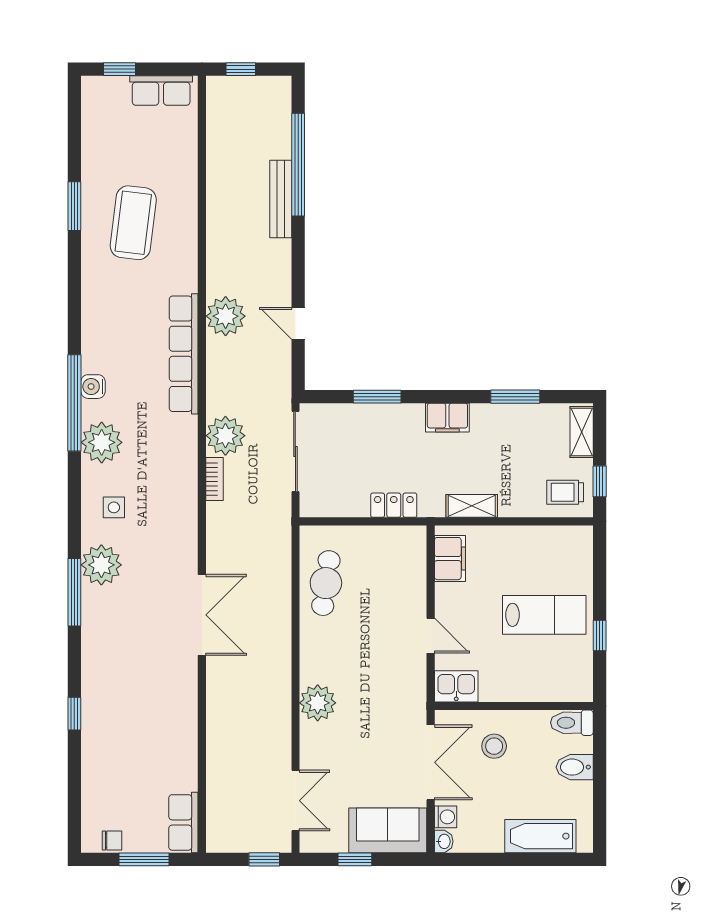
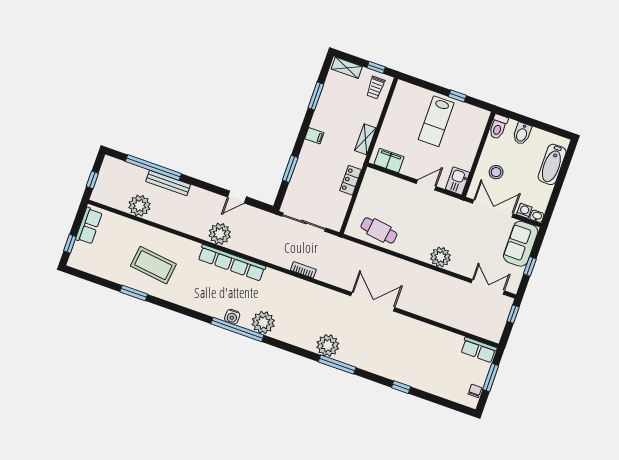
filing cabinet: (447, 418) -> (314, 136), width x0.50
plant: (225, 436) -> (139, 206), moved
side table: (114, 507) -> (300, 328), removed
lab bench: (544, 615) -> (436, 121), turned 180

